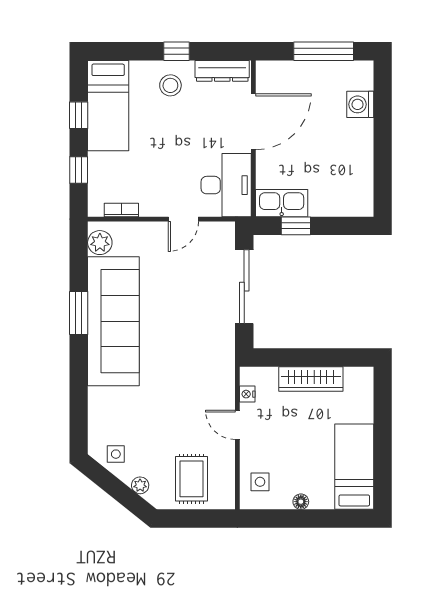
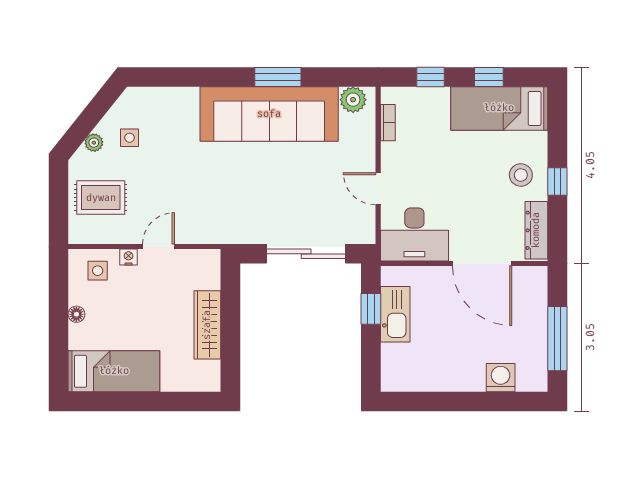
kitchen sink: (282, 203) -> (395, 314), moved
nightstand: (247, 394) -> (129, 257), moved
side table: (116, 454) -> (130, 138), moved

